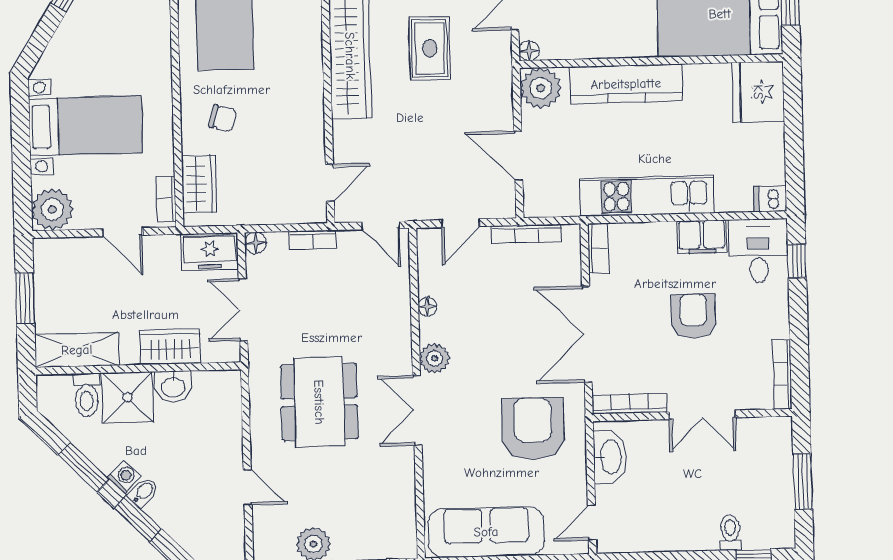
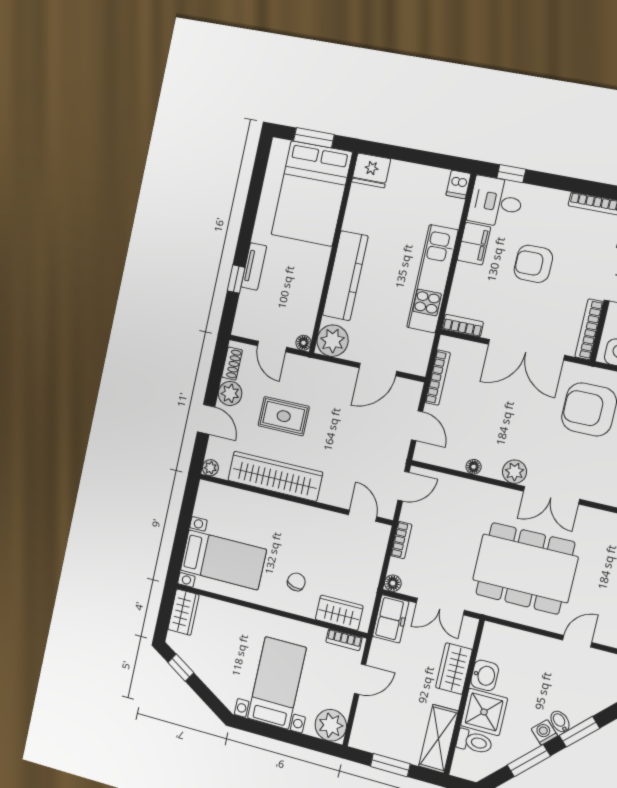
fridge: (758, 92) -> (371, 170), width x0.73, depth x0.75
dining table: (319, 402) -> (525, 568), width x1.36, depth x1.24

